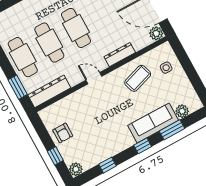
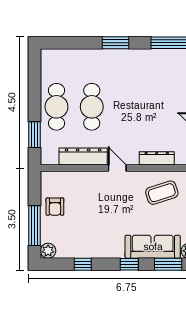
cafe table: (76, 28) -> (127, 107), removed
dresser: (49, 91) -> (83, 157), moved
window: (55, 156) -> (35, 226), width x2.17

